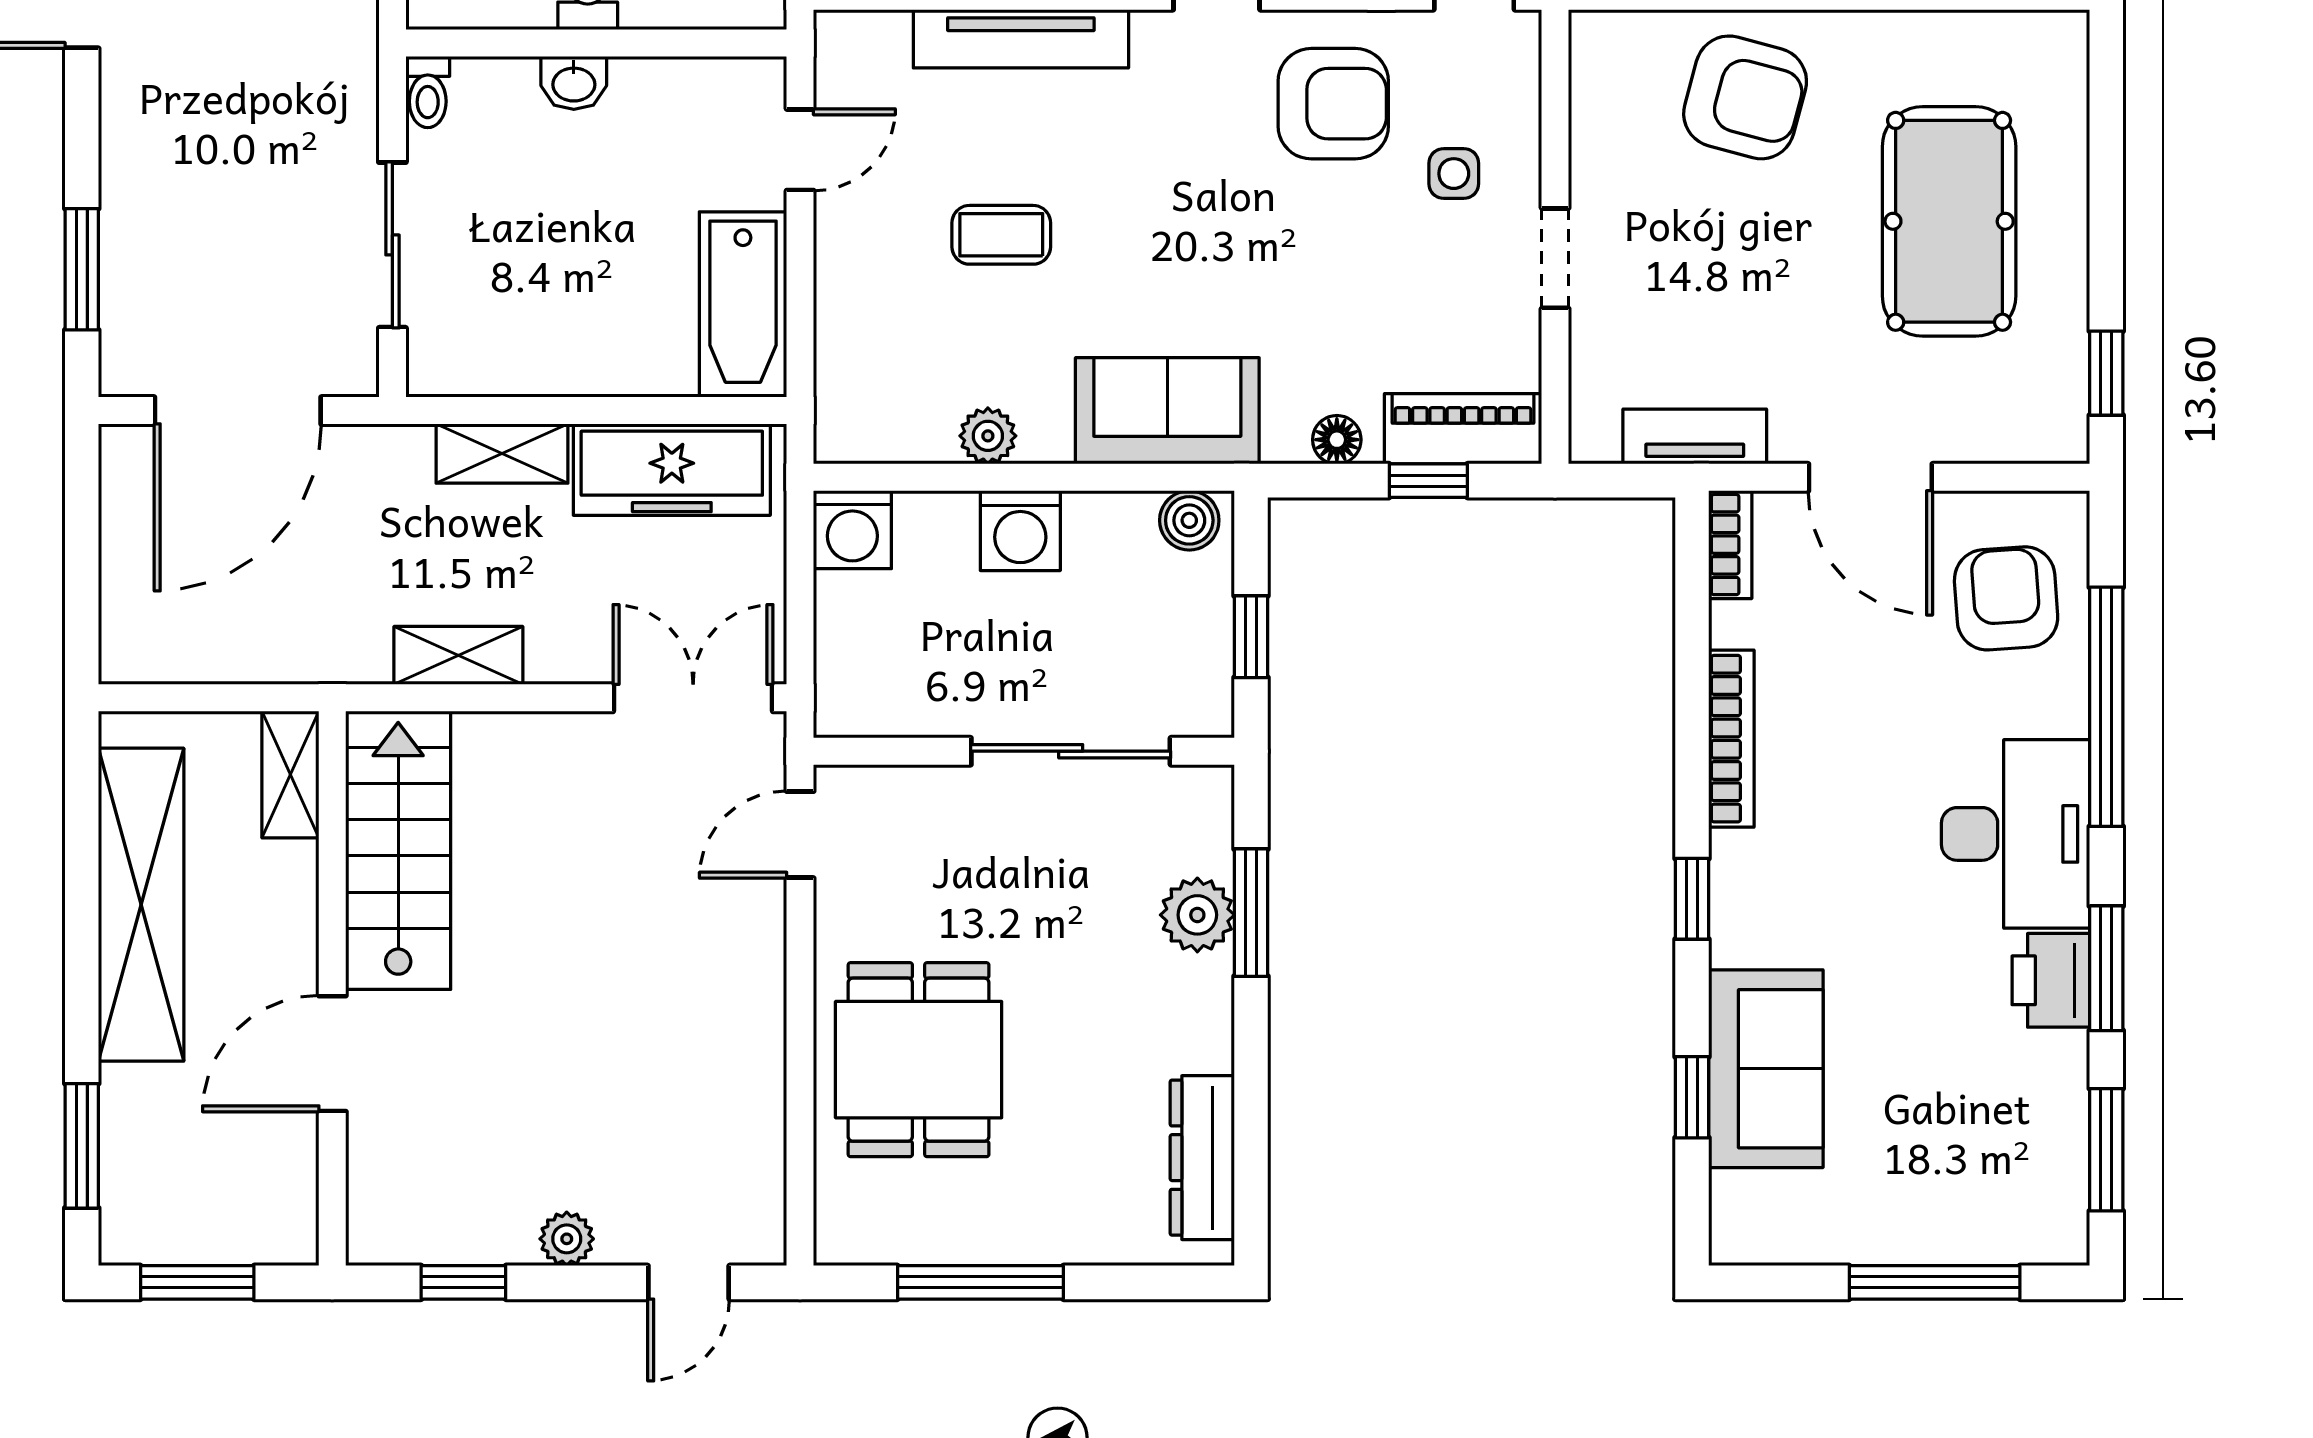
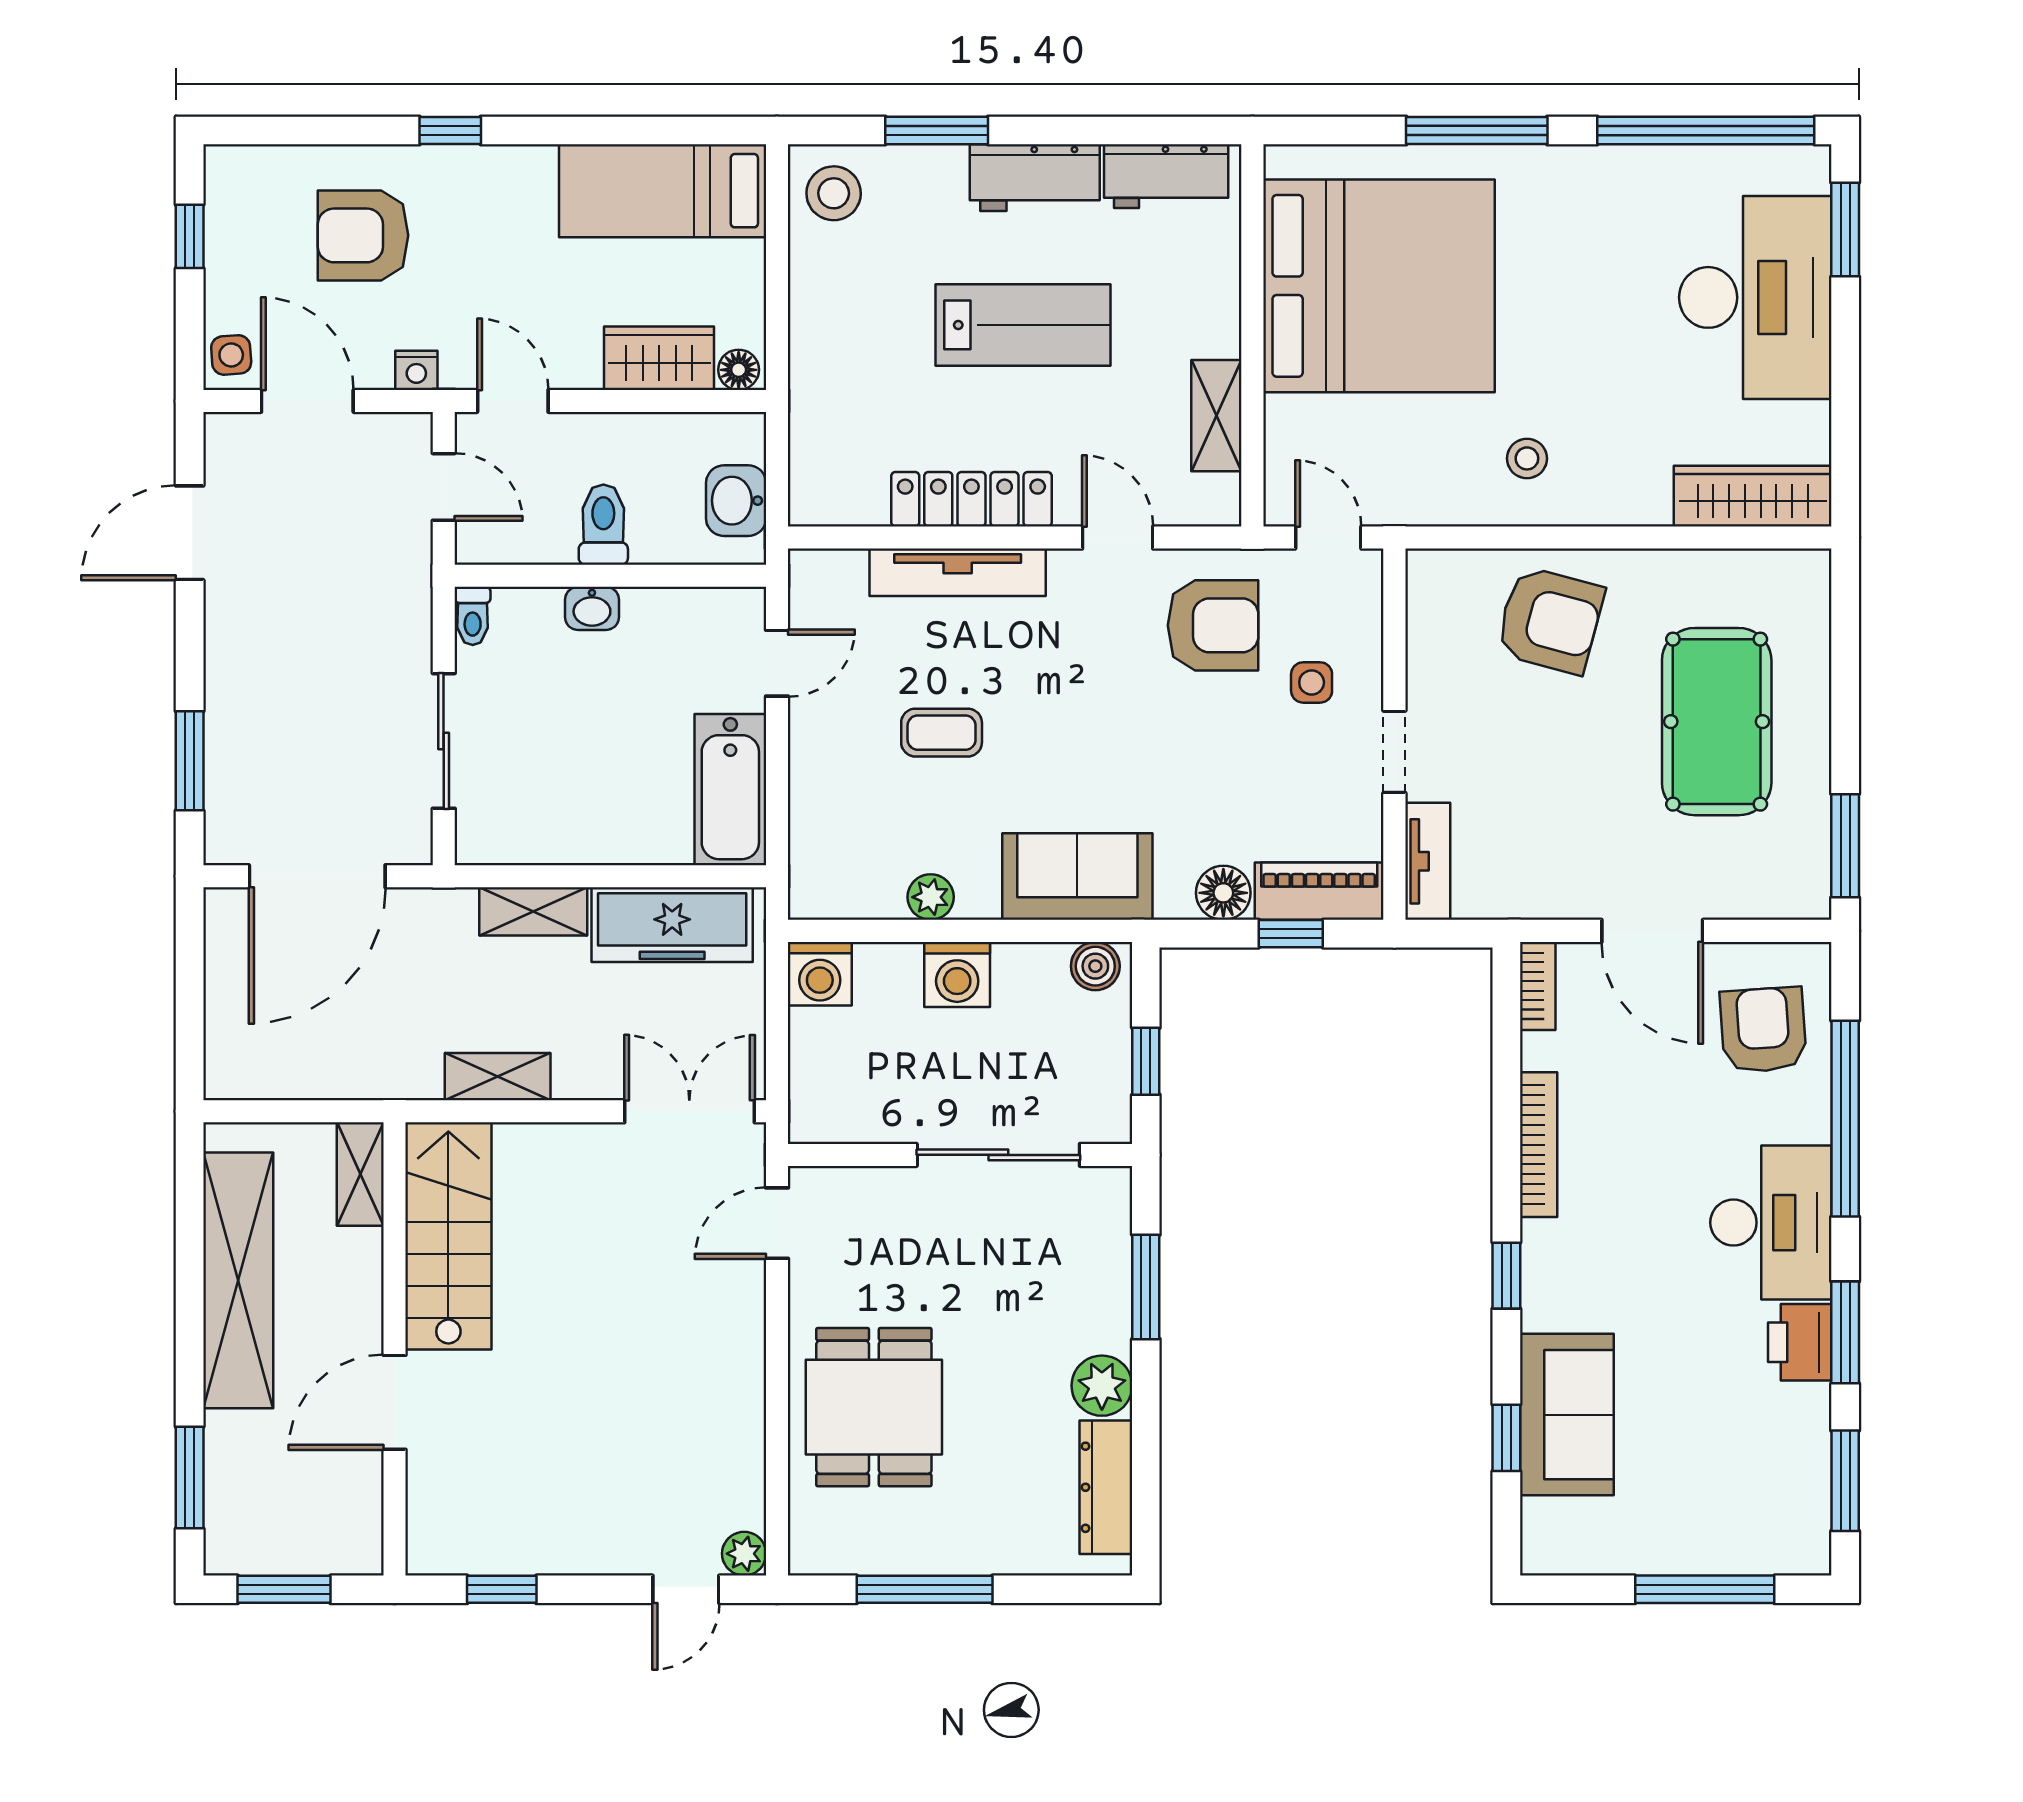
window: (2106, 373) -> (1845, 846), width x1.50
tv unit: (1695, 437) -> (1428, 861), moved, turned 90
floor lamp: (1337, 440) -> (1223, 893), width x1.37, depth x1.37
plant: (1197, 915) -> (1102, 1386), moved
plant: (567, 1239) -> (744, 1554), moved

